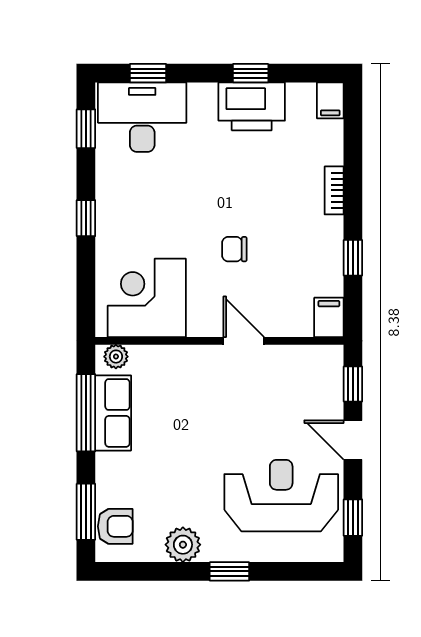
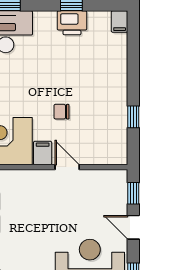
printer: (252, 106) -> (72, 23), width x0.73, depth x0.84
bookcase: (334, 190) -> (122, 76), removed
filing cabinet: (329, 317) -> (43, 153), moved

